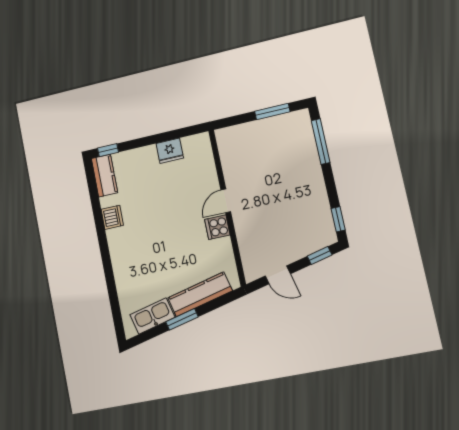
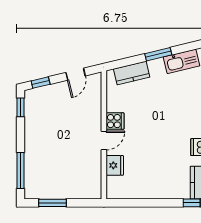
fridge: (170, 151) -> (115, 165), moved, turned 90
door: (278, 275) -> (76, 74), swing flipped
kitchen counter: (200, 294) -> (132, 73), width x0.67

